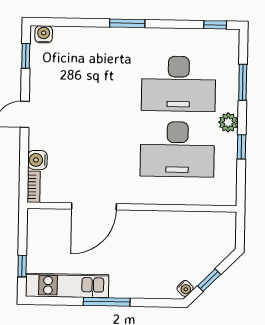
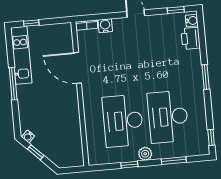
printer: (69, 39) -> (191, 38), added

